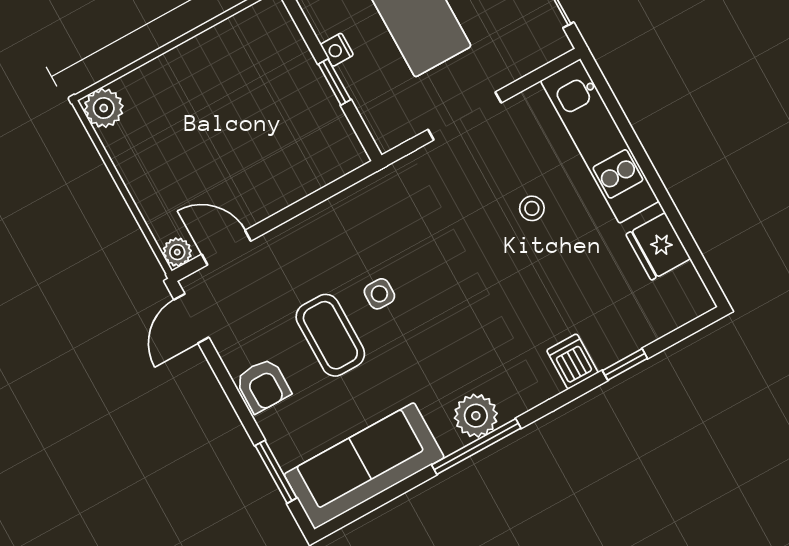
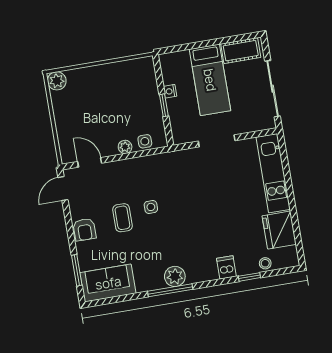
side table: (322, 167) -> (145, 141), added
stool: (532, 208) -> (265, 263), moved
fridge: (658, 246) -> (279, 230), width x1.36, depth x1.34
plant: (177, 252) -> (125, 147), moved
coffee table: (330, 335) -> (122, 218), width x0.73, depth x0.77
sofa: (364, 466) -> (108, 283), width x0.73

